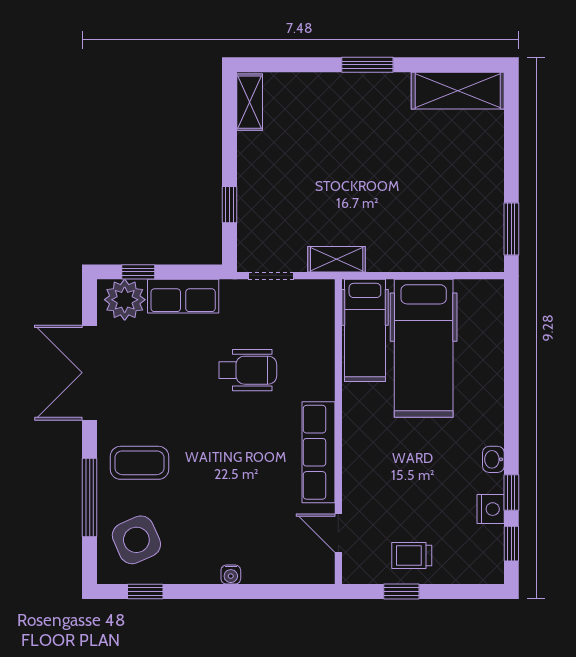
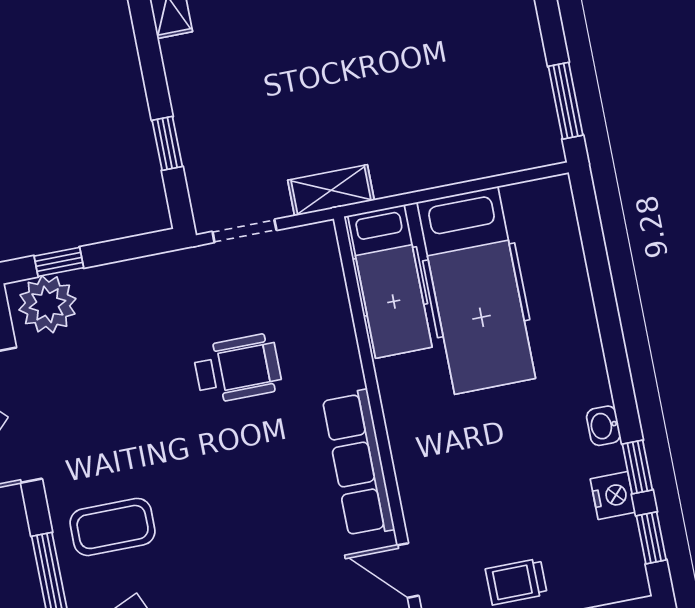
row of seats: (183, 296) -> (128, 283), removed

